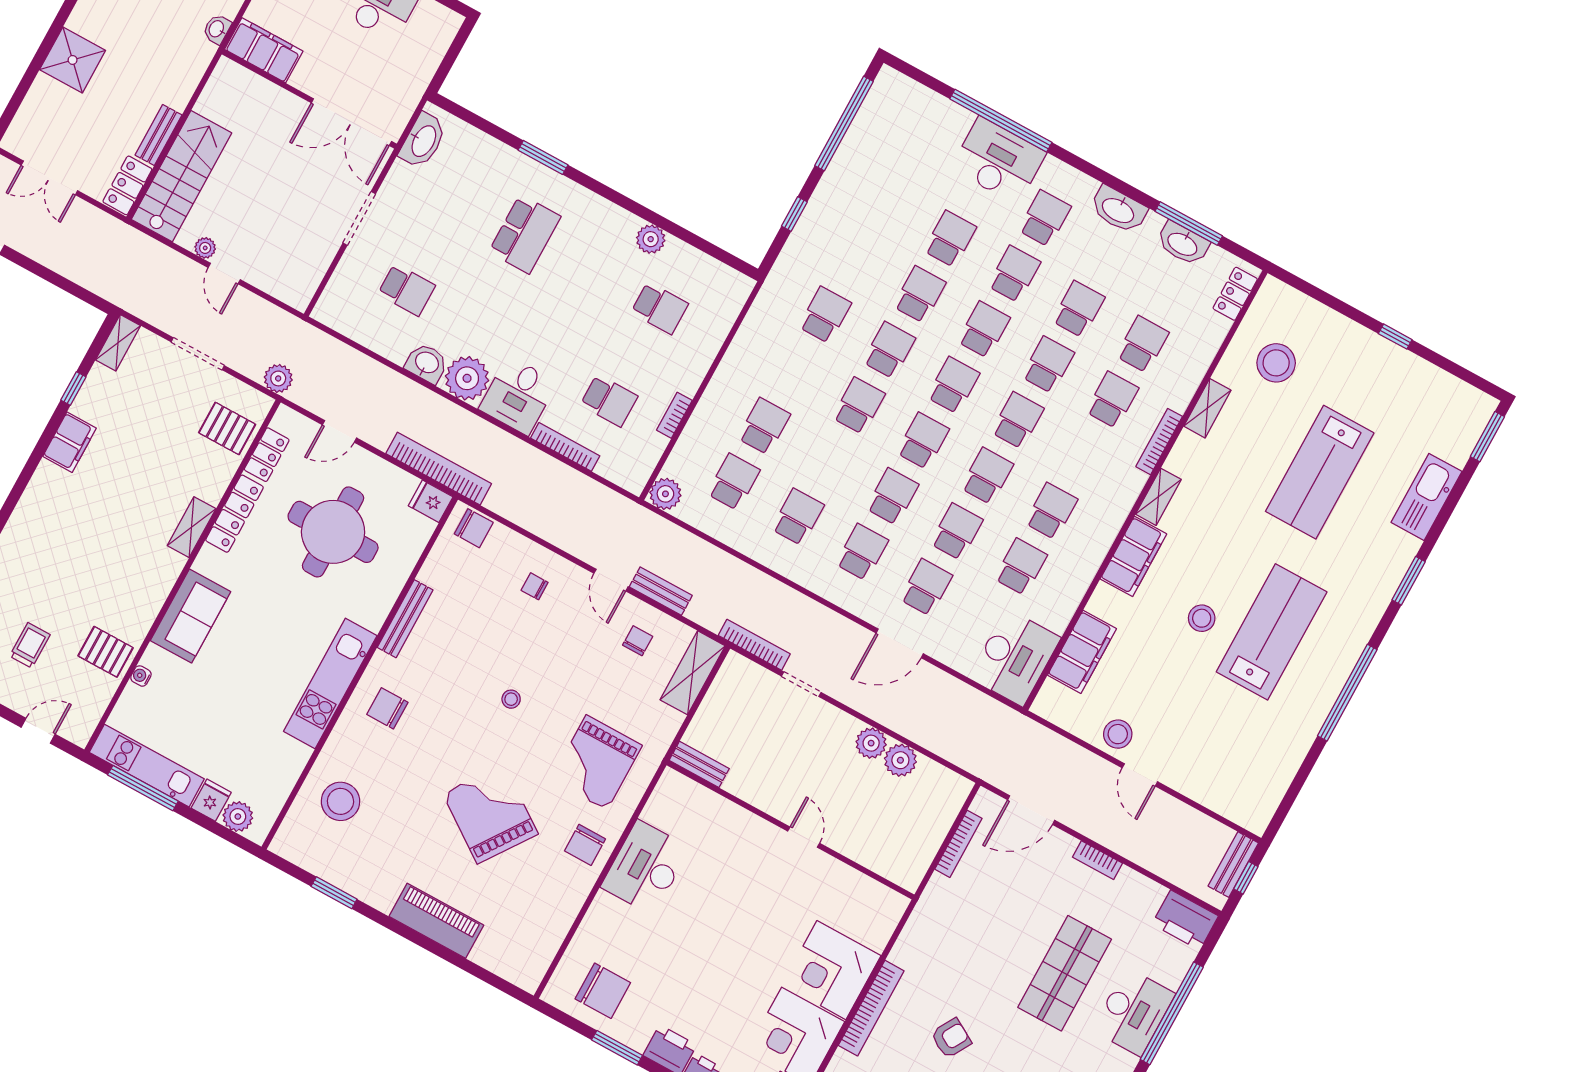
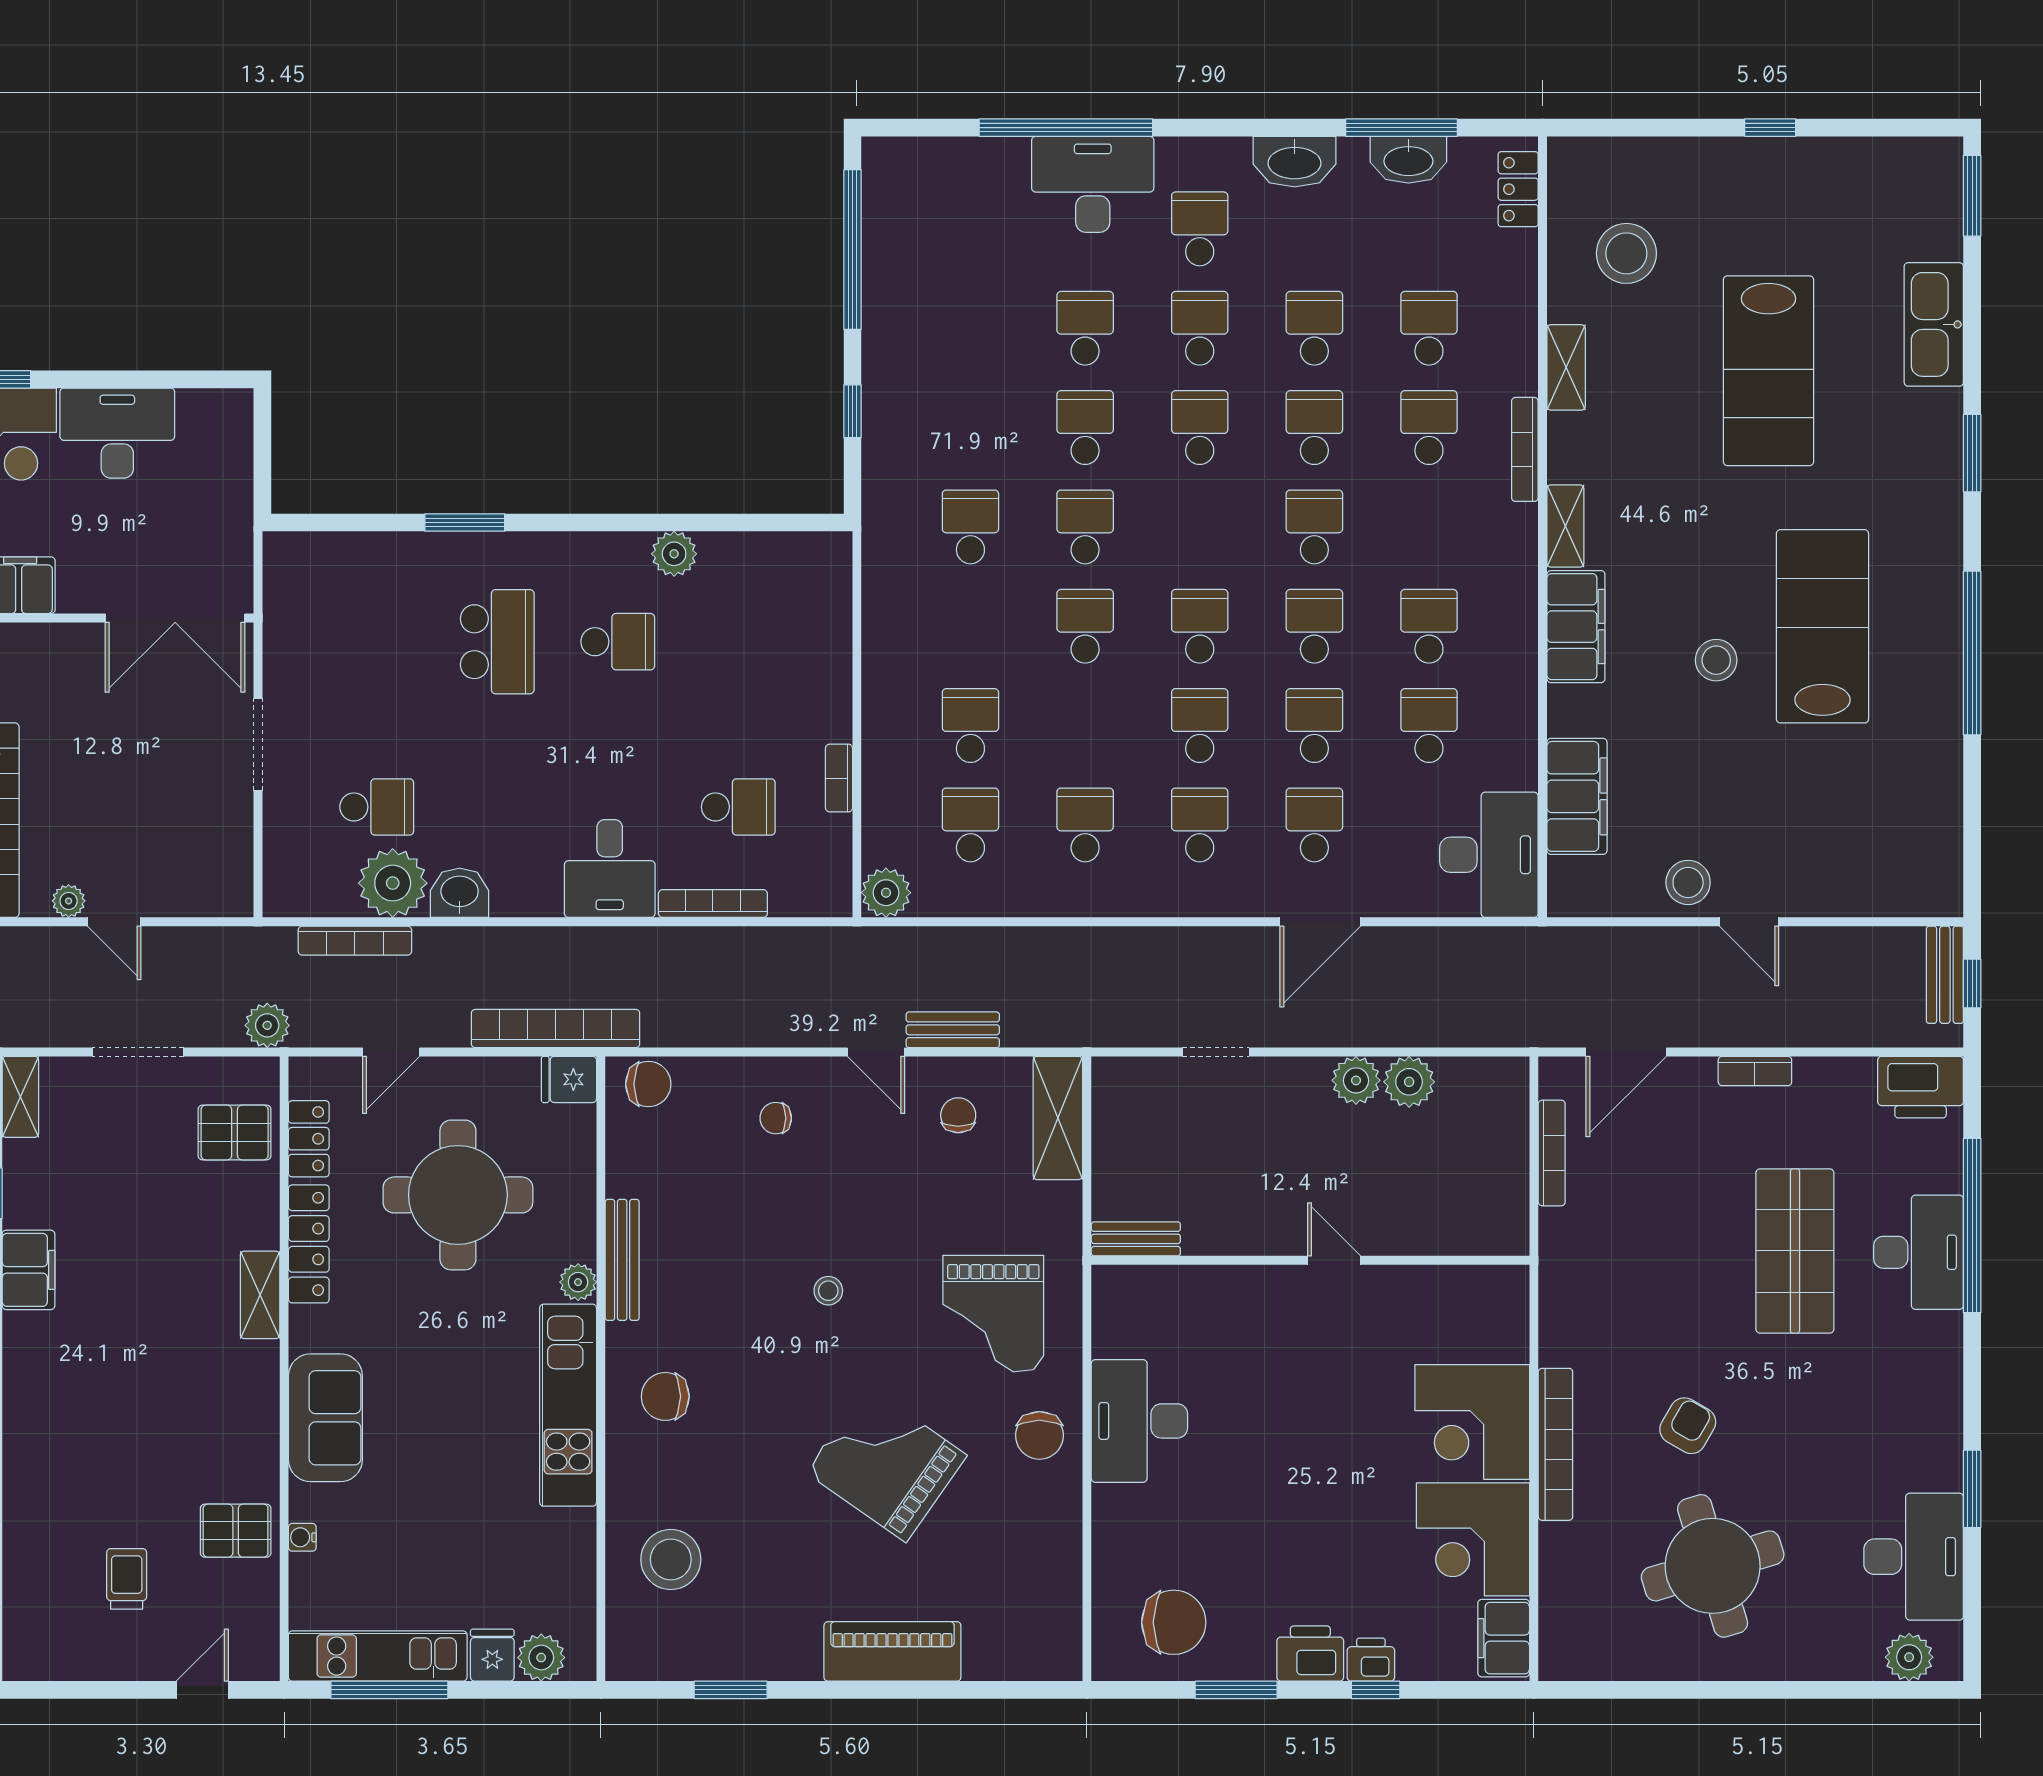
washbasin: (423, 141) -> (287, 590), removed
school desk: (660, 308) -> (618, 642), moved
plant: (467, 378) -> (393, 883), moved
school desk: (953, 385) -> (1200, 527), removed
plant: (374, 618) -> (578, 1282), added
bookcase: (754, 645) -> (355, 941), moved, turned 180

